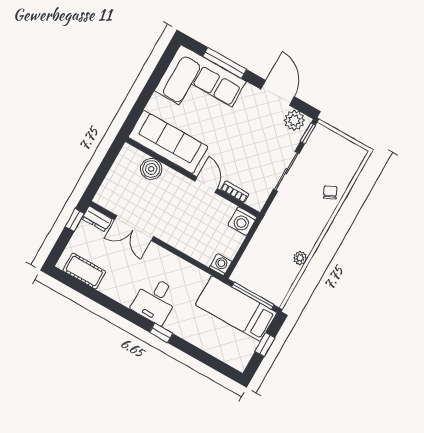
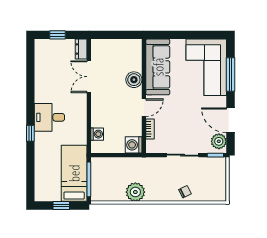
door: (278, 93) -> (231, 120), swing flipped
boiler: (151, 169) -> (134, 80), moved
window: (75, 220) -> (58, 35), moved
plant: (300, 258) -> (135, 192), width x1.88, depth x1.88
washing machine: (221, 265) -> (97, 134), moved
cot: (84, 271) -> (42, 60), removed

